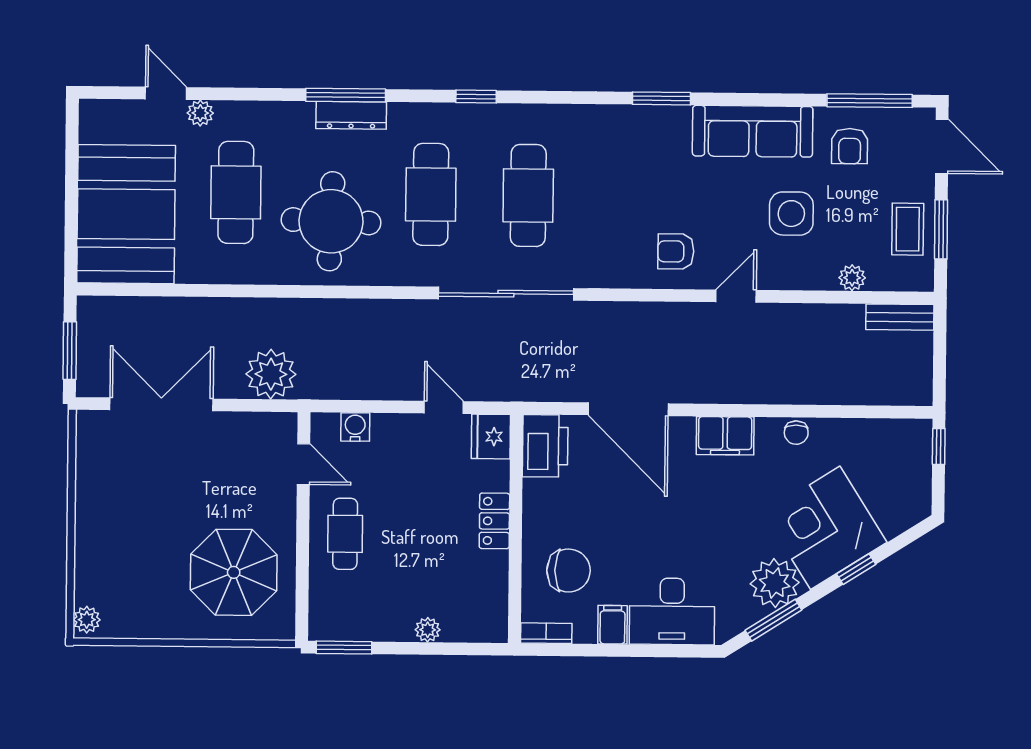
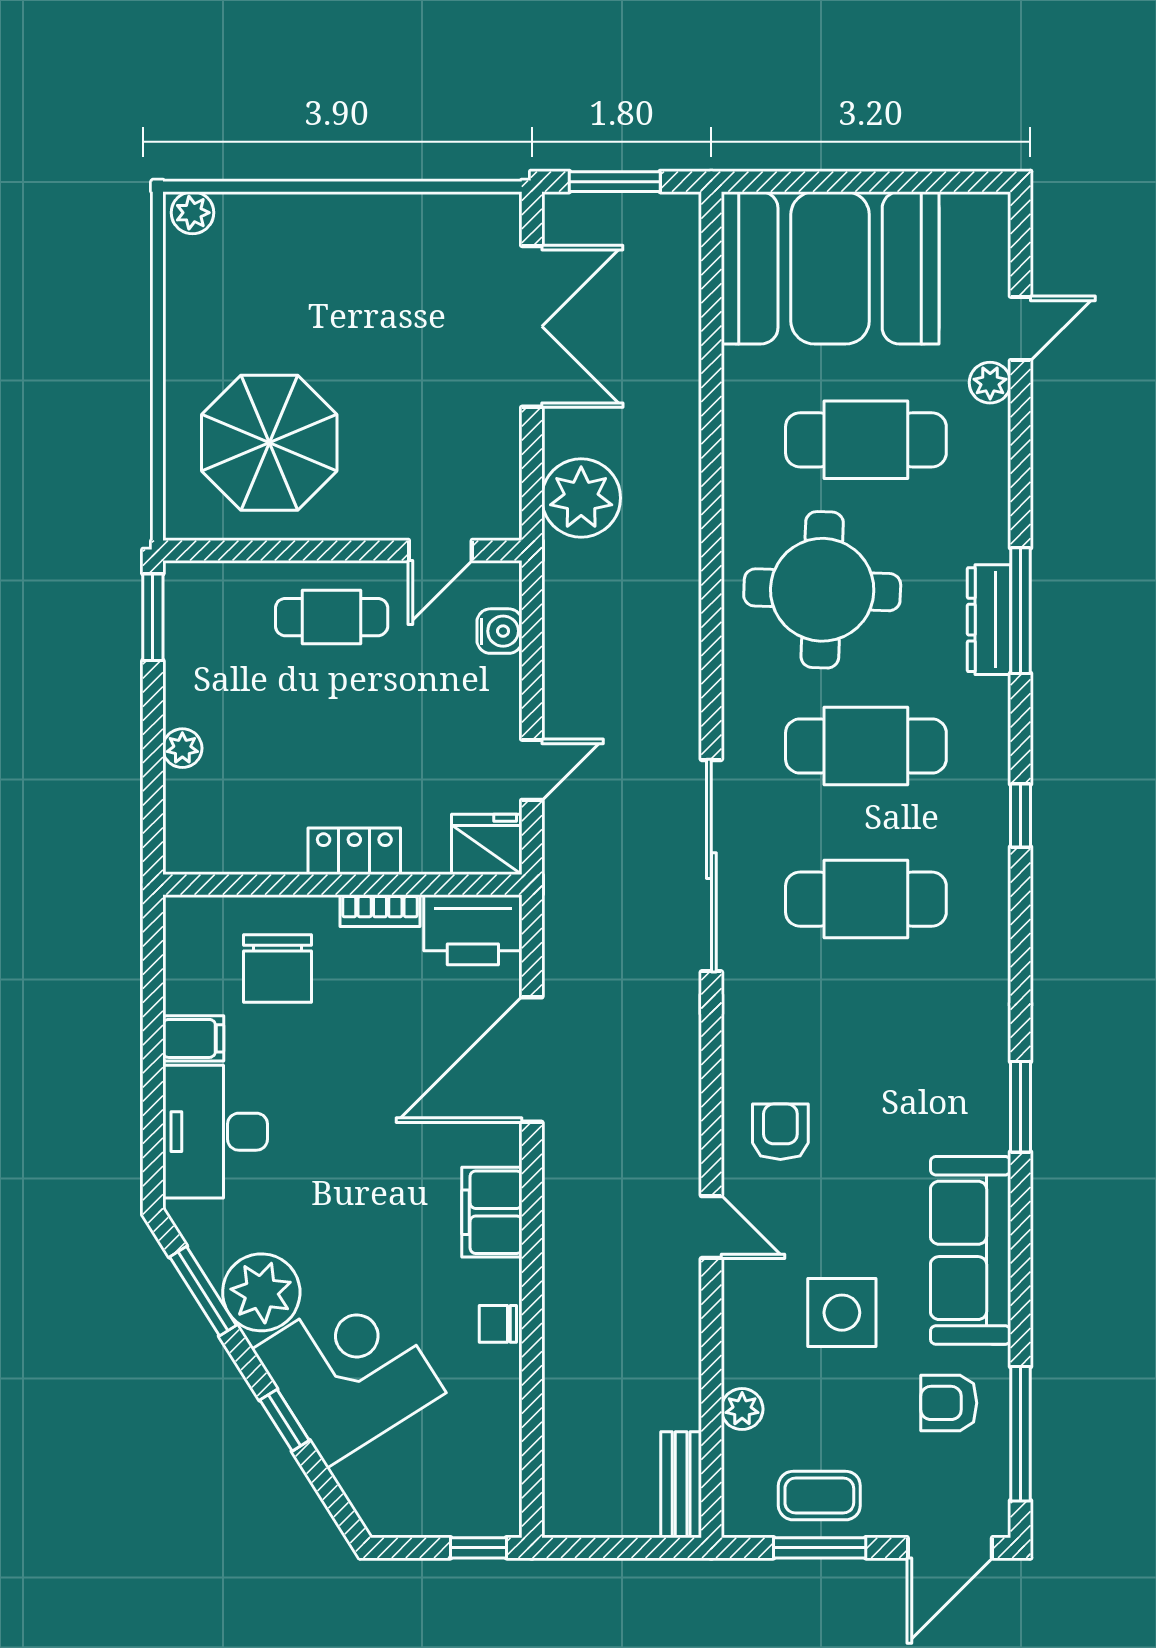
bookcase: (546, 633) -> (380, 911), moved, turned 90

